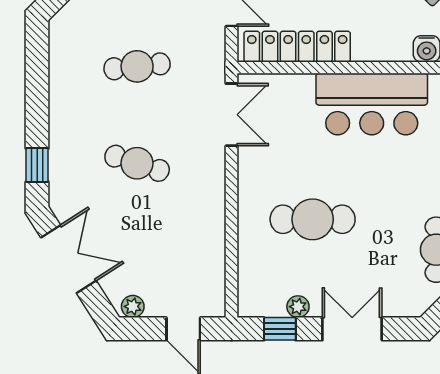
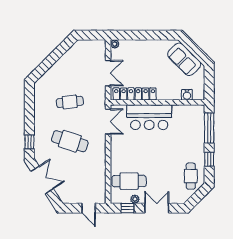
bar counter: (372, 104) -> (149, 117), moved
cafe table: (137, 163) -> (70, 141), width x1.37, depth x1.35
cafe table: (313, 219) -> (129, 181), moved
plant: (133, 306) -> (68, 199), removed

